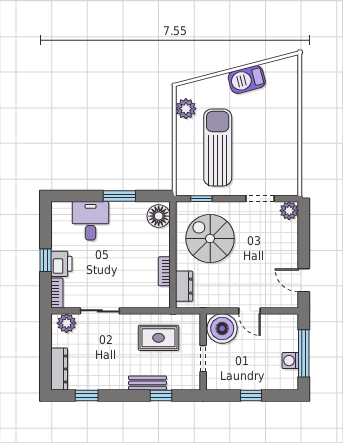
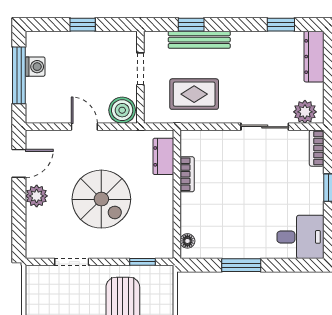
plant: (289, 211) -> (37, 196), moved
floor lamp: (159, 216) -> (187, 241), width x0.53, depth x0.53
desk: (90, 221) -> (301, 237), moved, turned -90
spiral stairs: (210, 239) -> (101, 199), moved
printer: (61, 264) -> (311, 183), removed
door: (304, 280) -> (19, 163), hinge flipped
boiler: (222, 328) -> (122, 110), width x0.73, depth x0.73
bench: (147, 383) -> (199, 40), width x1.36

